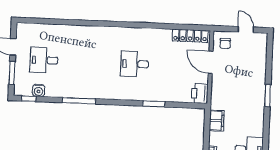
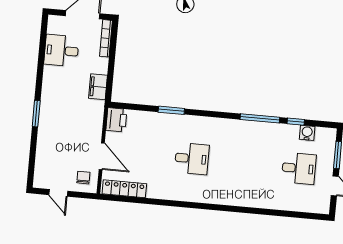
window: (29, 99) -> (296, 122), moved

